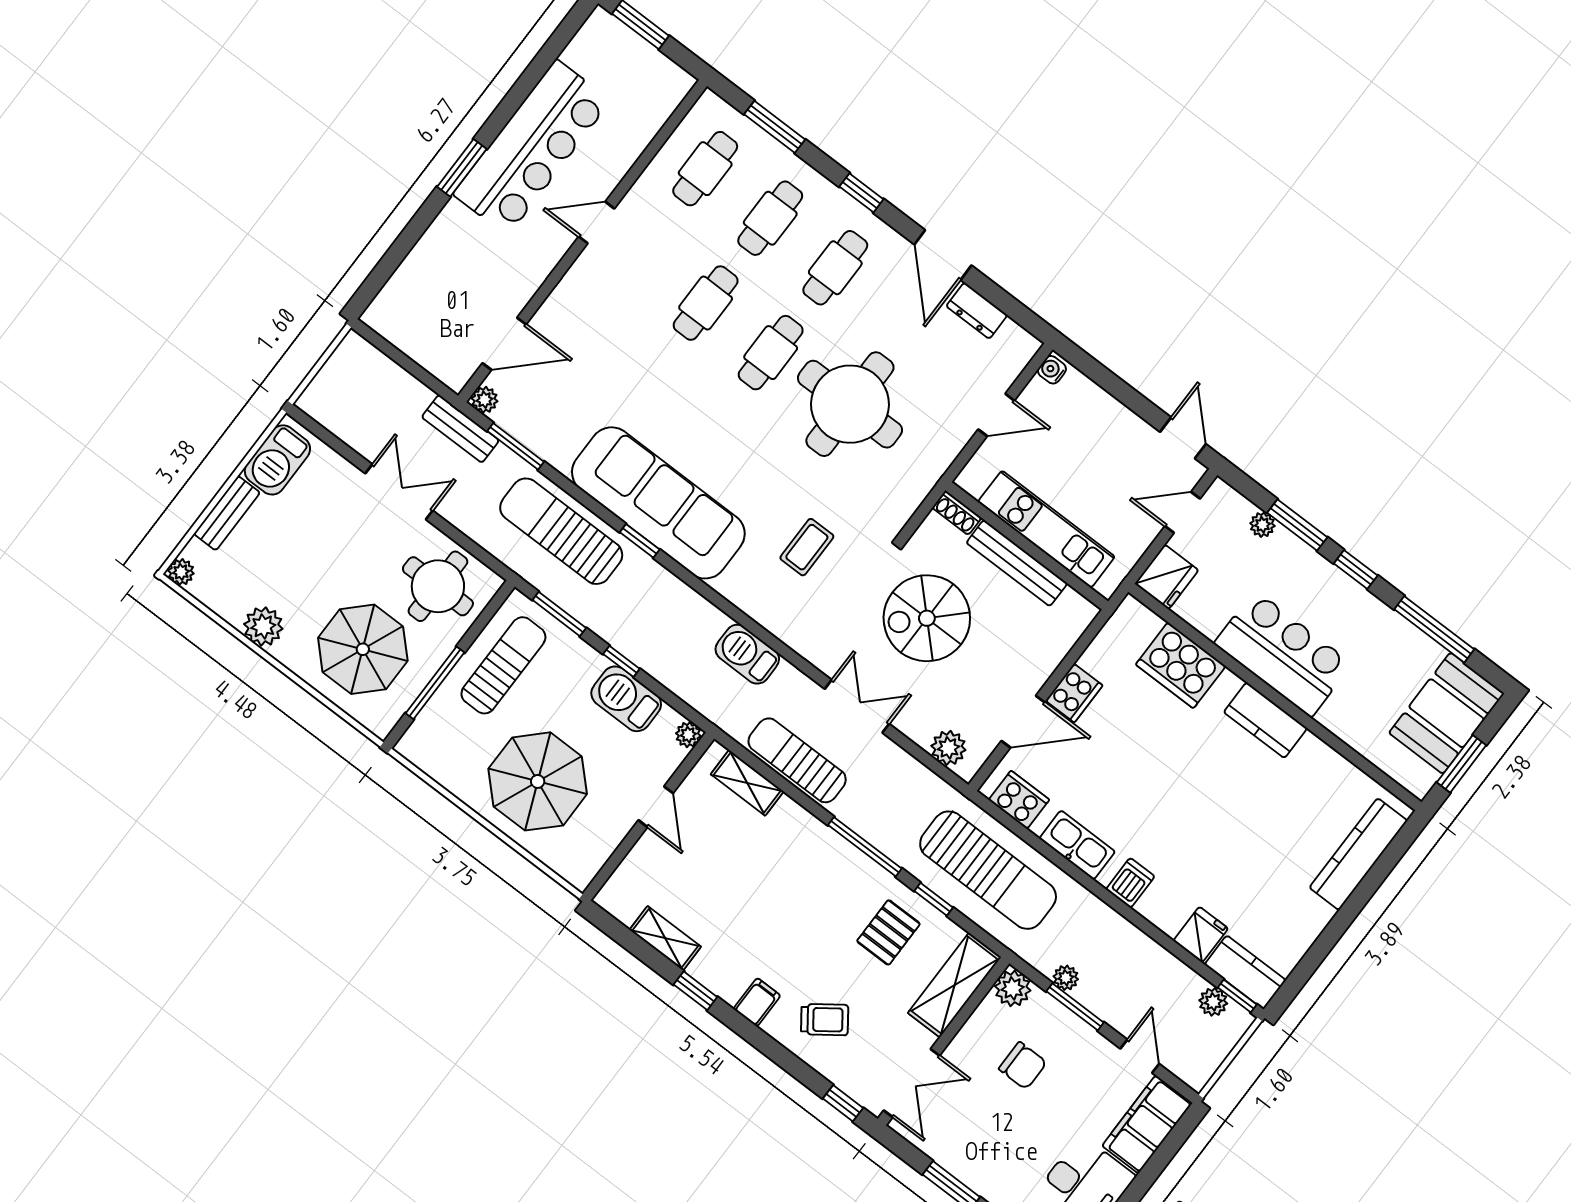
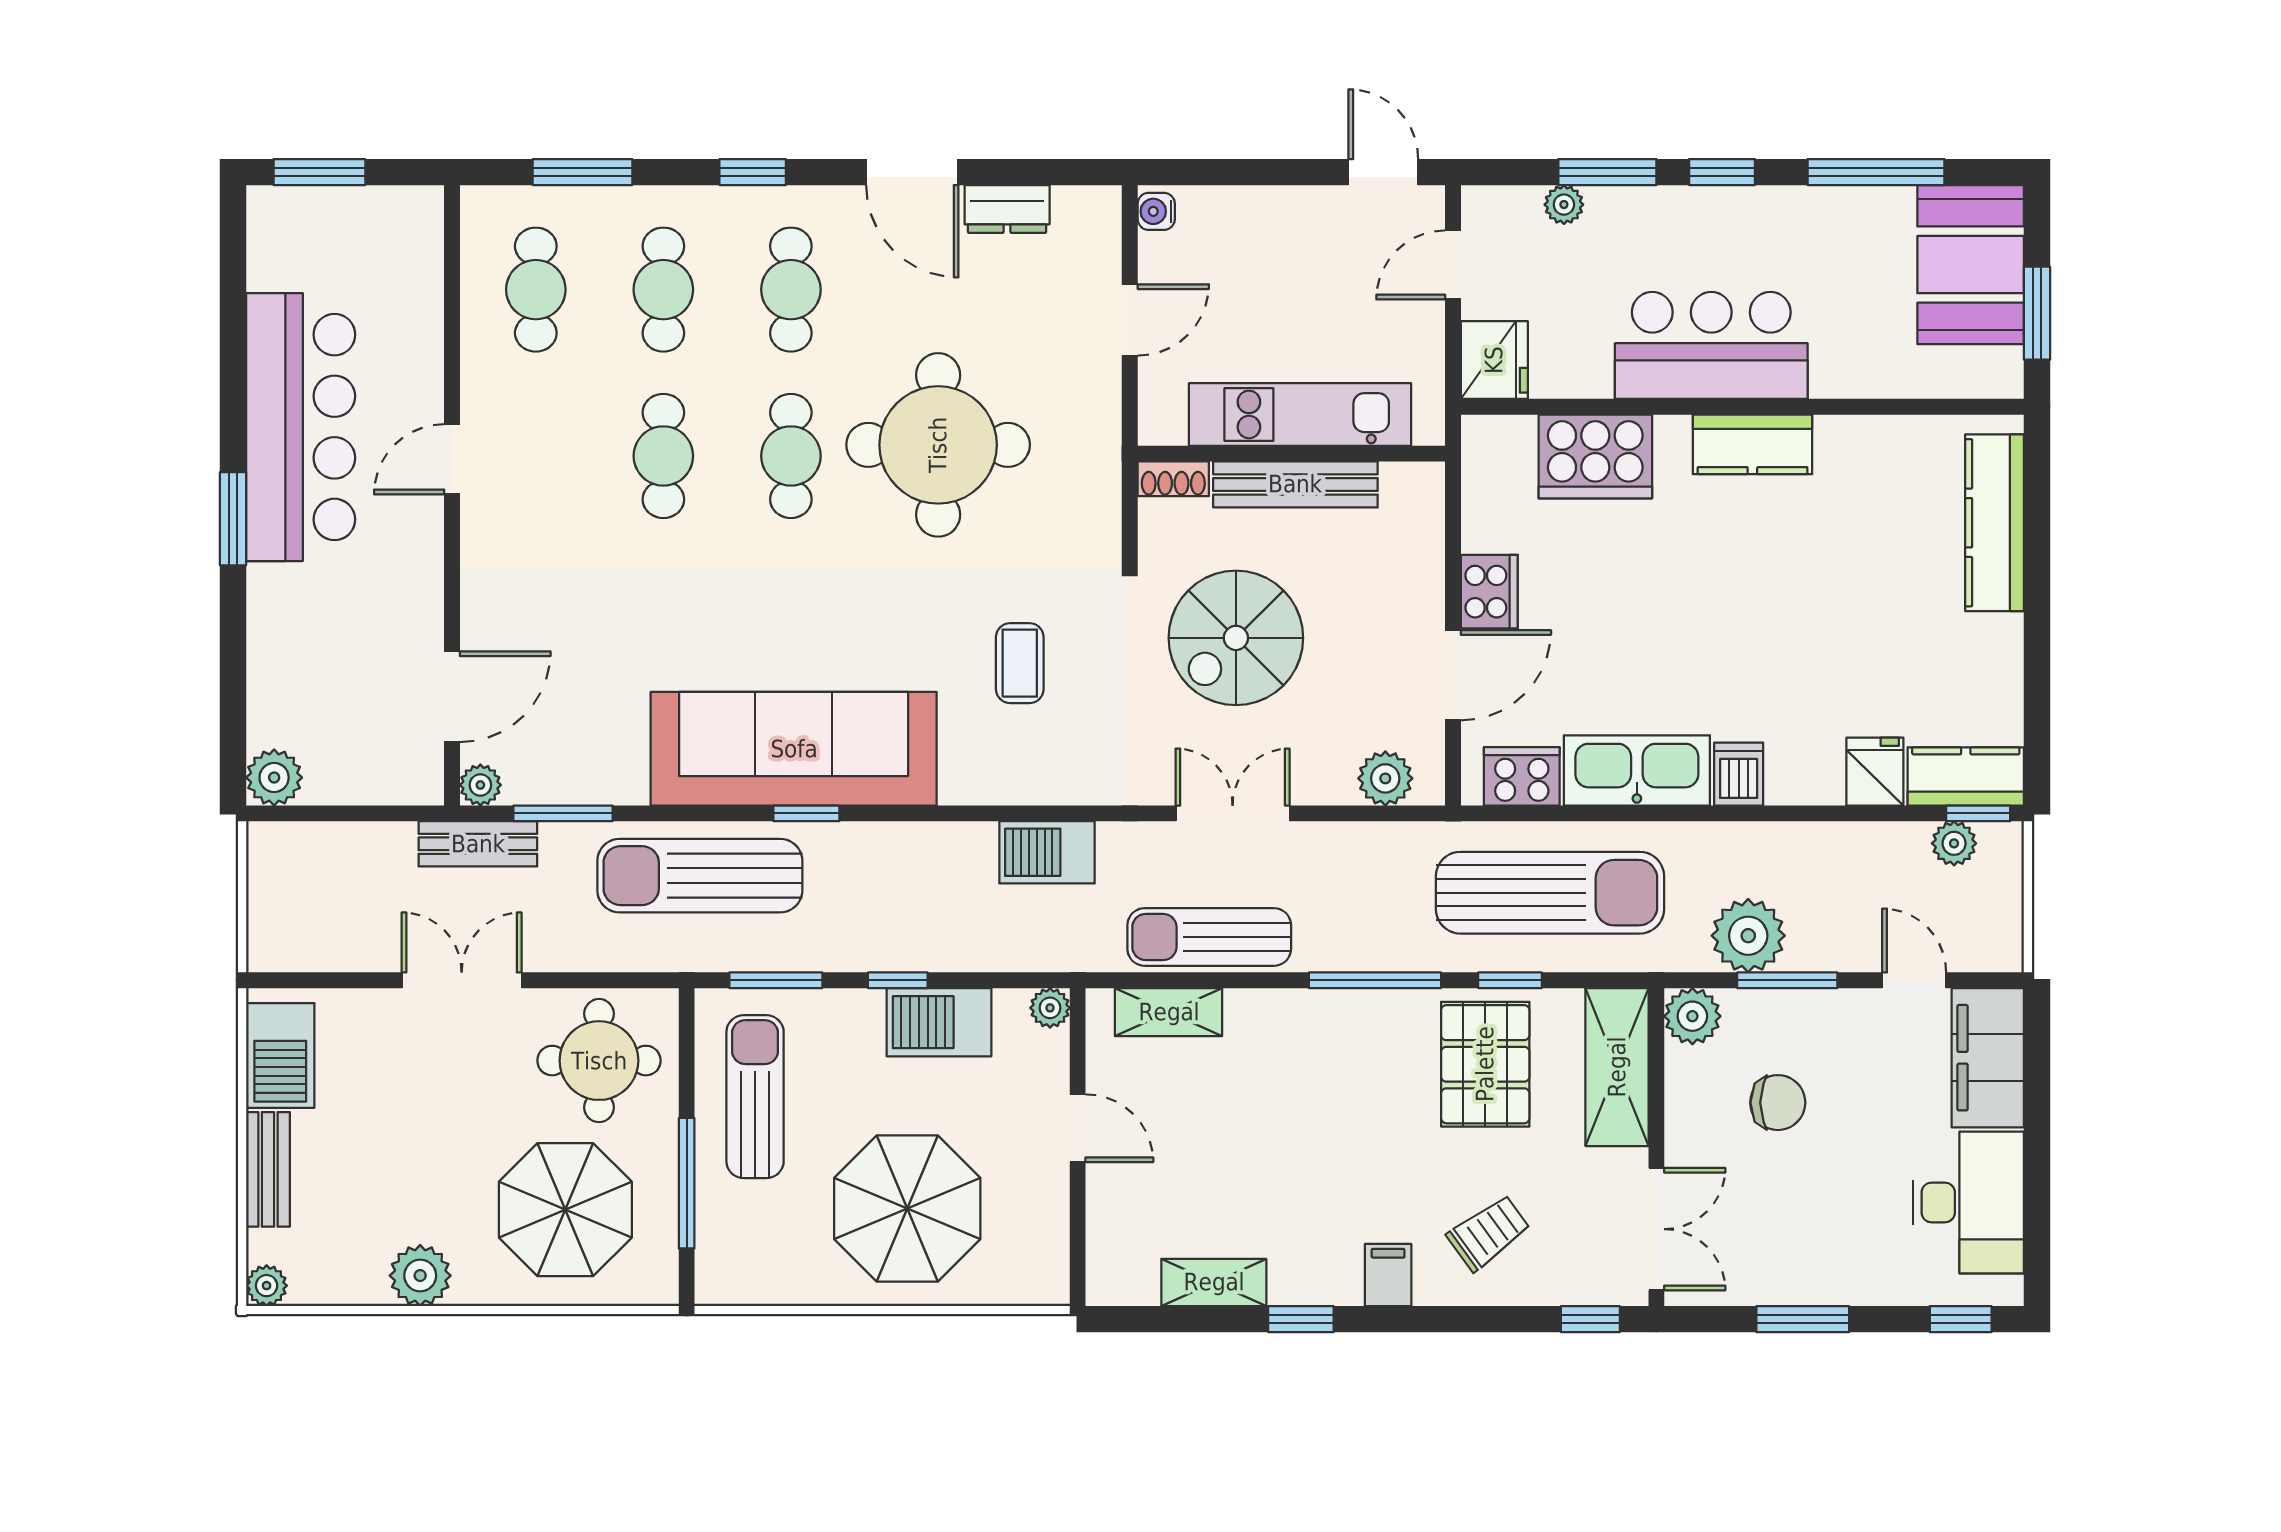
plant: (382, 316) -> (274, 778), added
kitchen sink: (1077, 845) -> (1637, 770), width x1.36, depth x1.24
pallet: (888, 932) -> (1485, 1064), width x1.50, depth x1.42
plant: (1066, 978) -> (1748, 936), width x1.87, depth x1.87

